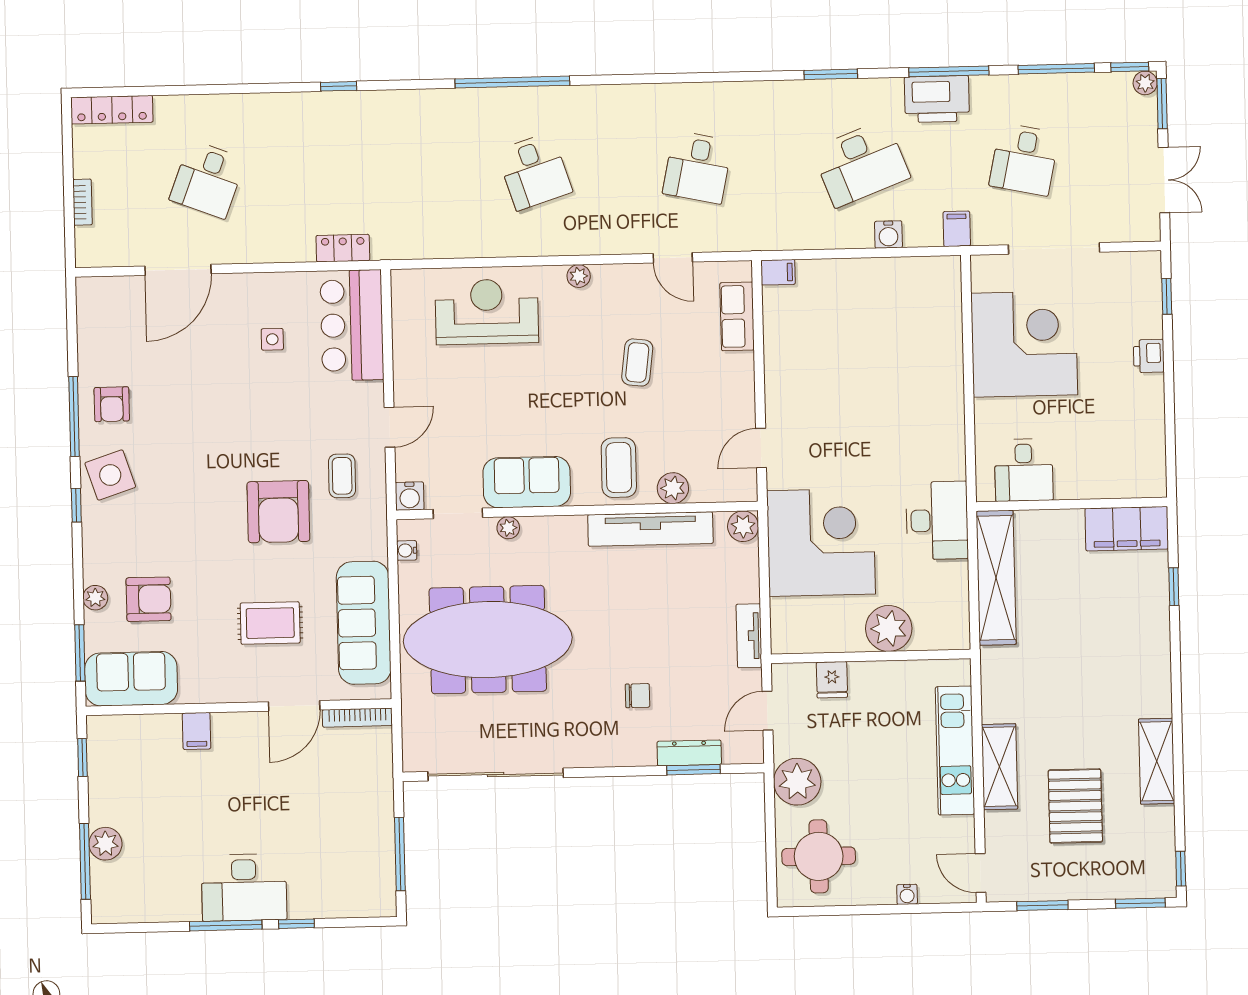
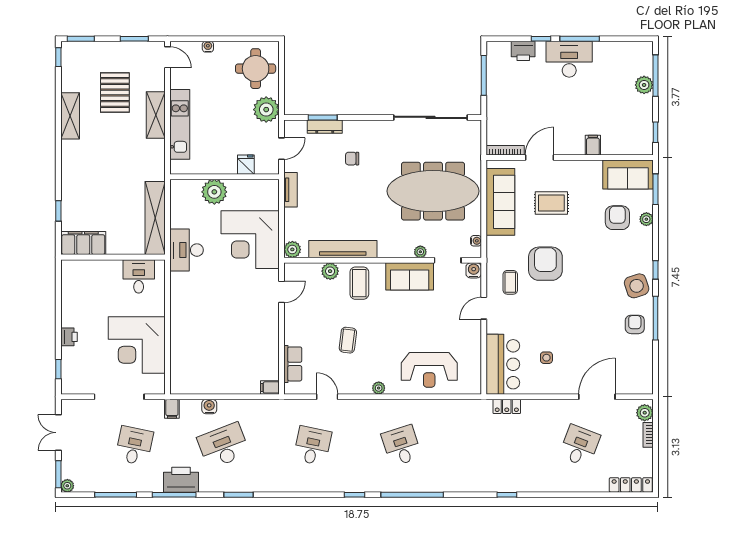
window: (1130, 67) -> (354, 495), moved
plant: (90, 243) -> (645, 413), added
armchair: (148, 599) -> (617, 218), turned 90
printer: (329, 901) -> (523, 51), added

